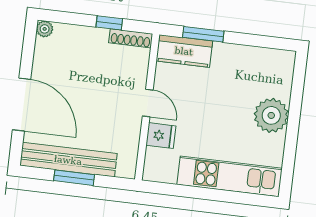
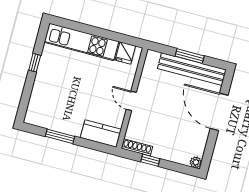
window: (203, 34) -> (60, 136), moved
plant: (271, 115) -> (47, 80), removed
fridge: (161, 136) -> (125, 53), moved, turned -90
window: (291, 138) -> (35, 63), added

